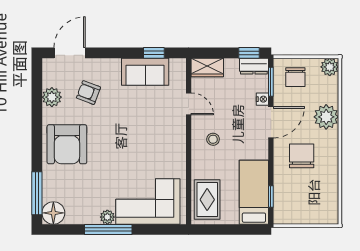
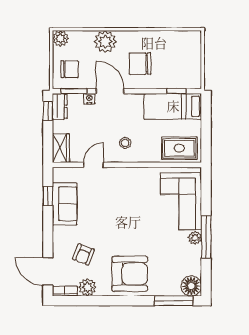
bookcase: (48, 72) -> (65, 291), added

